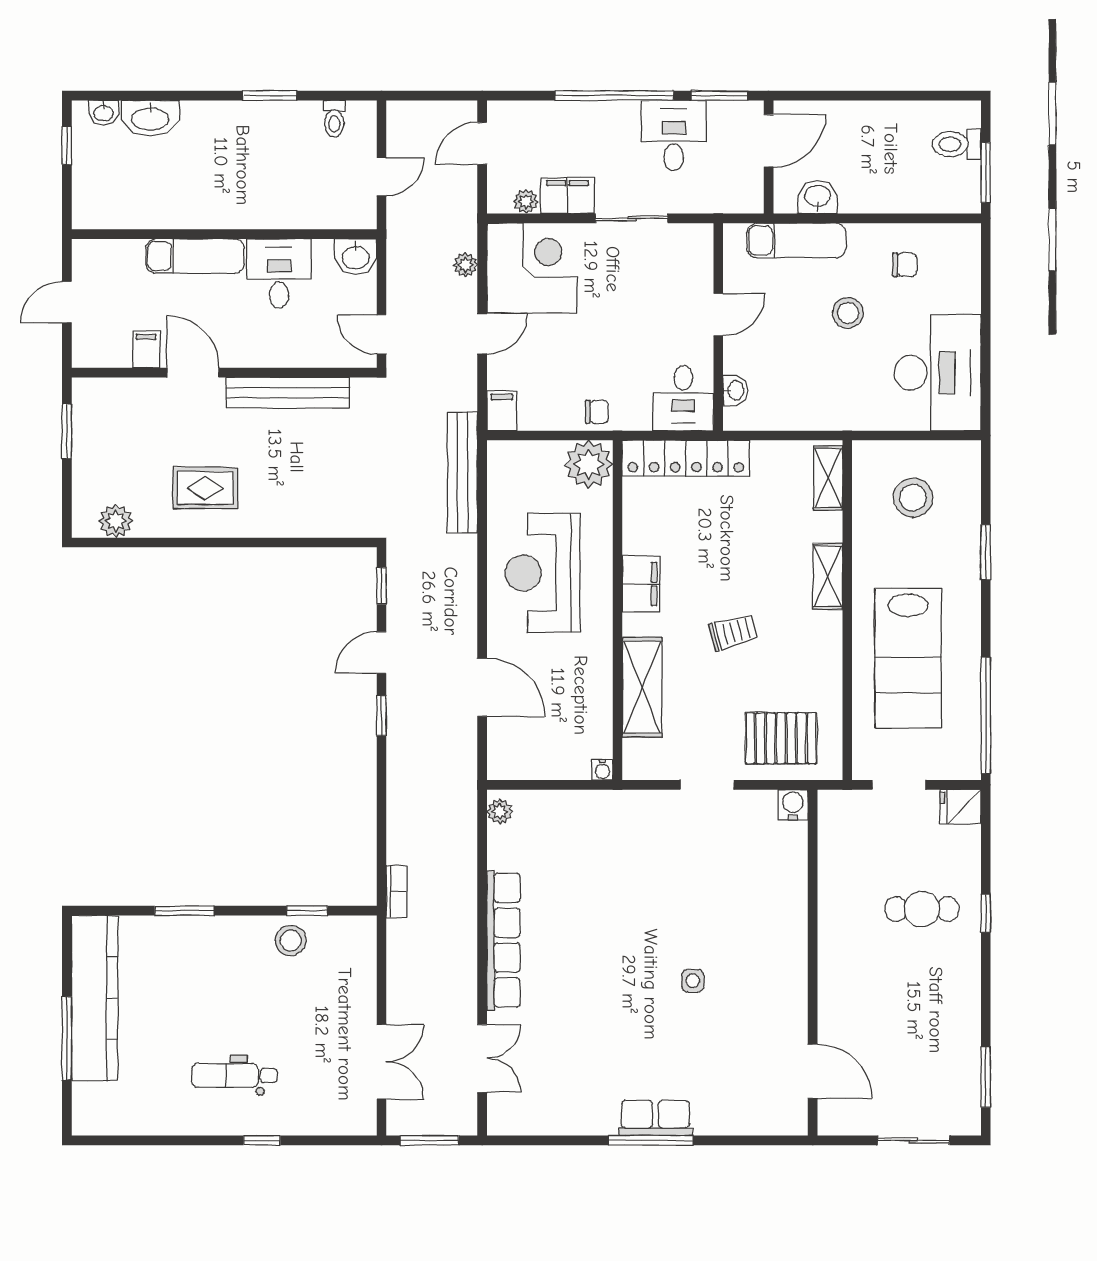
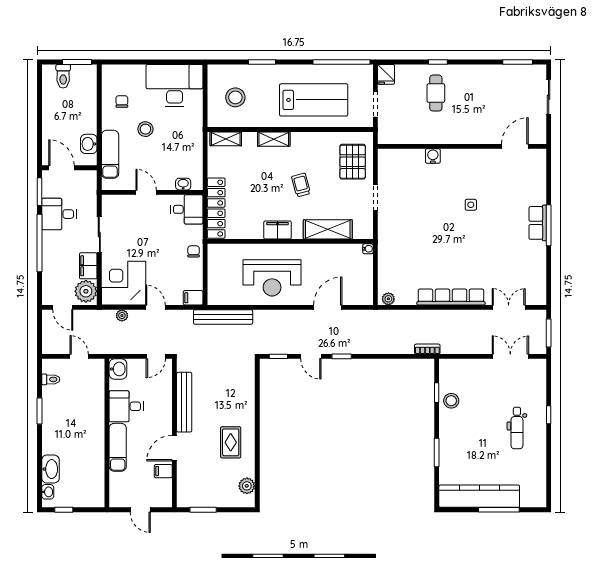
plant: (526, 201) -> (86, 291), width x1.87, depth x1.87
plant: (589, 464) -> (219, 255), removed
water cooler: (793, 805) -> (433, 156), moved, turned 90

